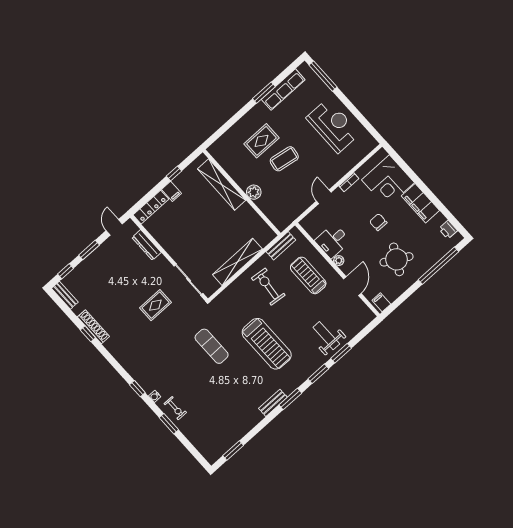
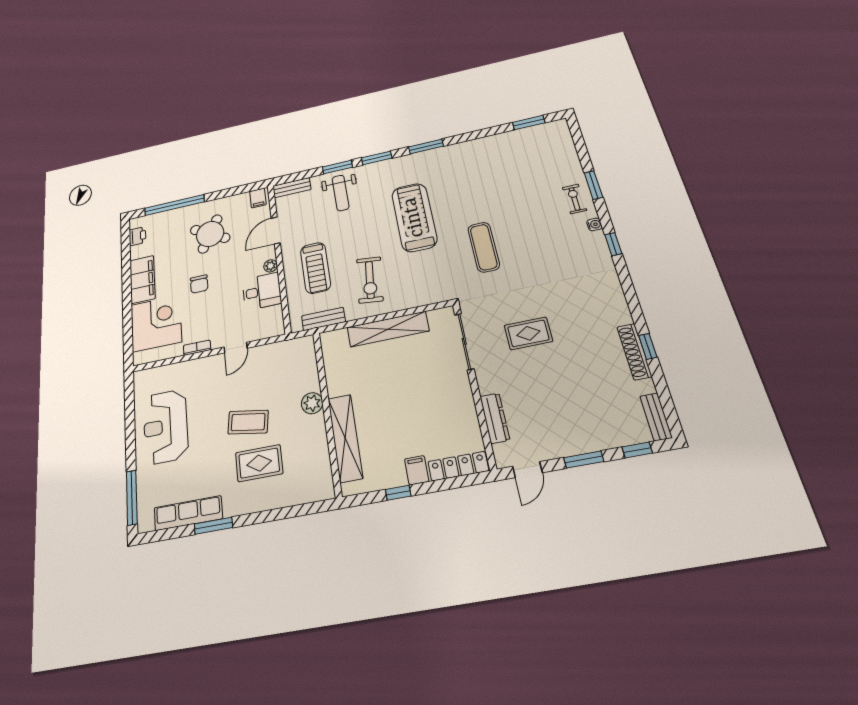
bench: (273, 403) -> (292, 188), moved

